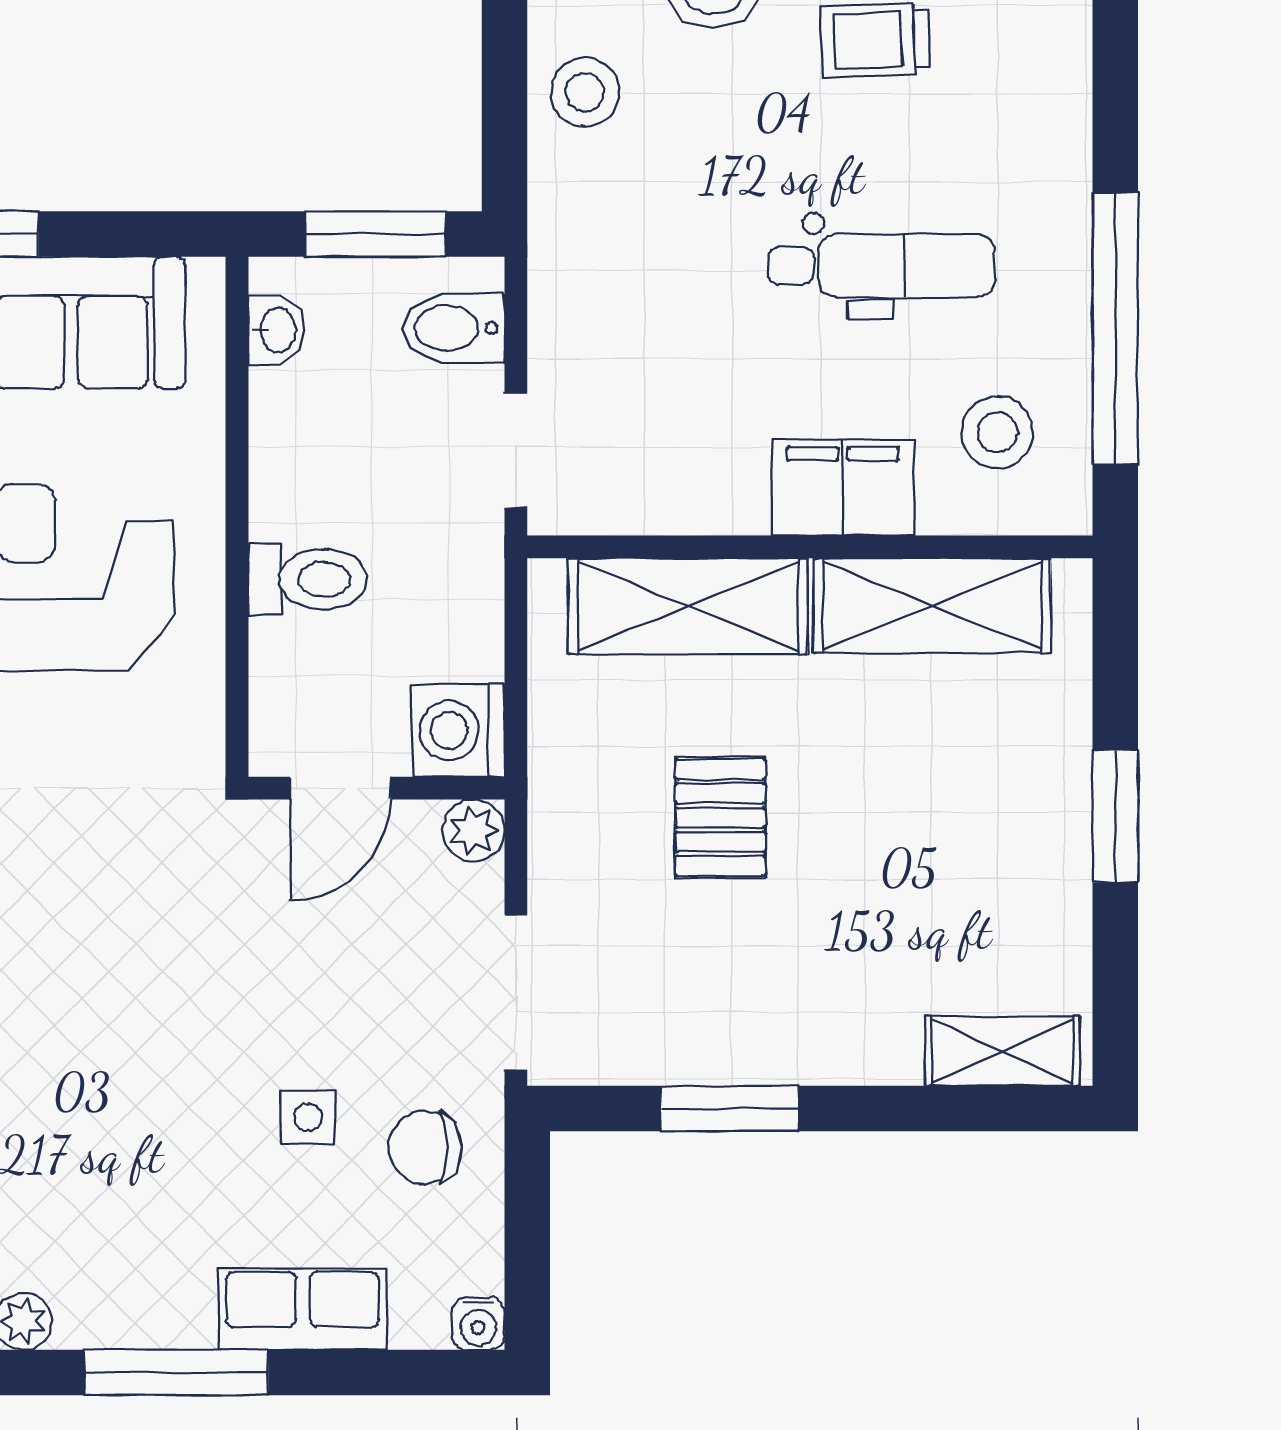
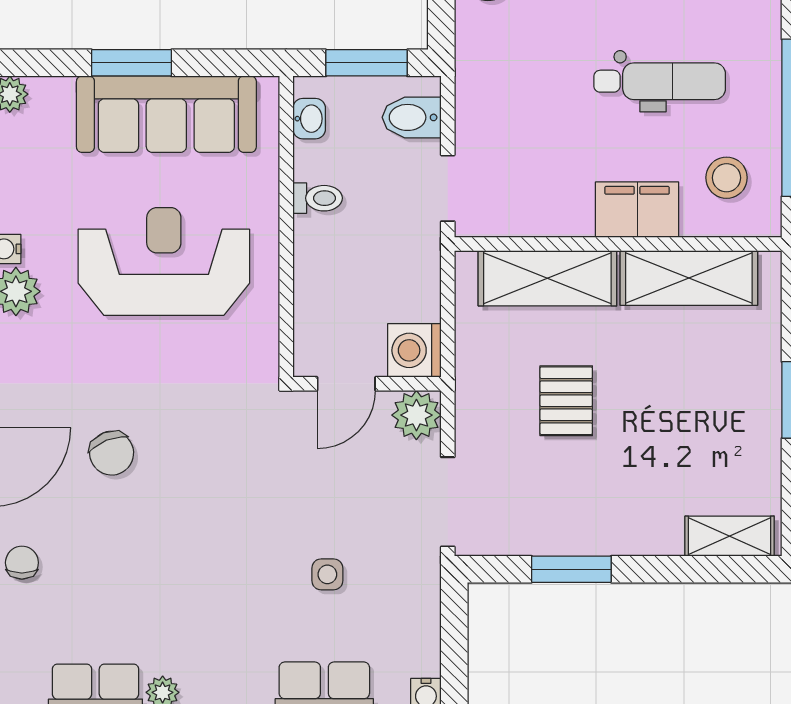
toilet: (308, 579) -> (318, 198), moved, width x0.73, depth x0.72
plant: (473, 831) -> (416, 415), width x1.38, depth x1.38
chair: (425, 1147) -> (395, 592), removed

